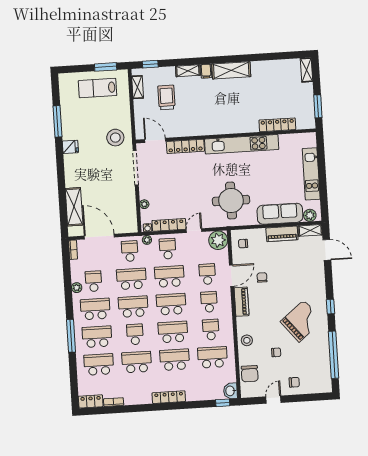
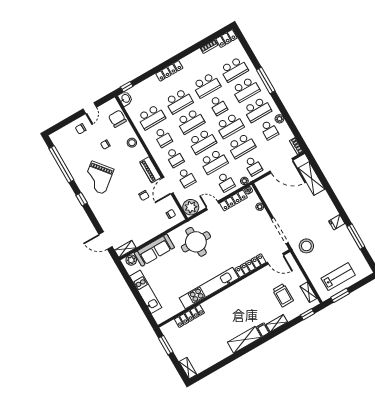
door: (194, 231) -> (212, 205), swing flipped
piano: (282, 234) -> (145, 236), removed

